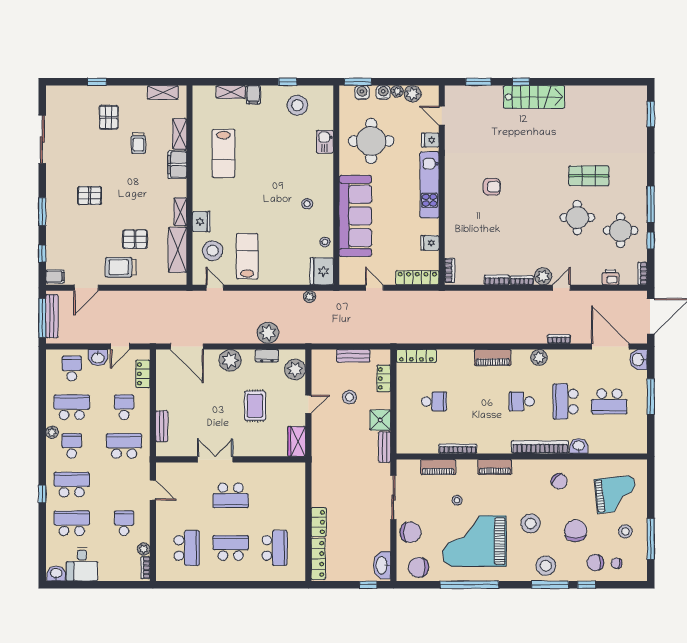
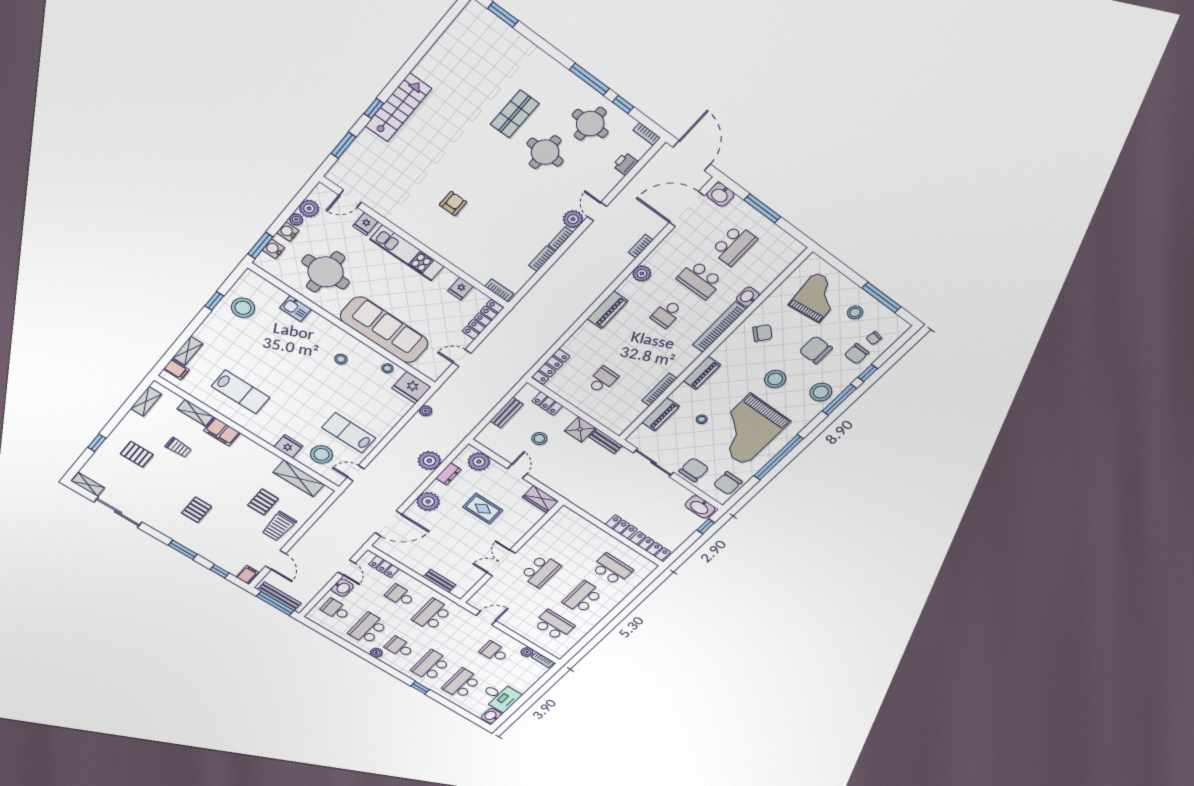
filing cabinet: (253, 95) -> (176, 369), moved
shelving: (180, 212) -> (88, 484), moved

